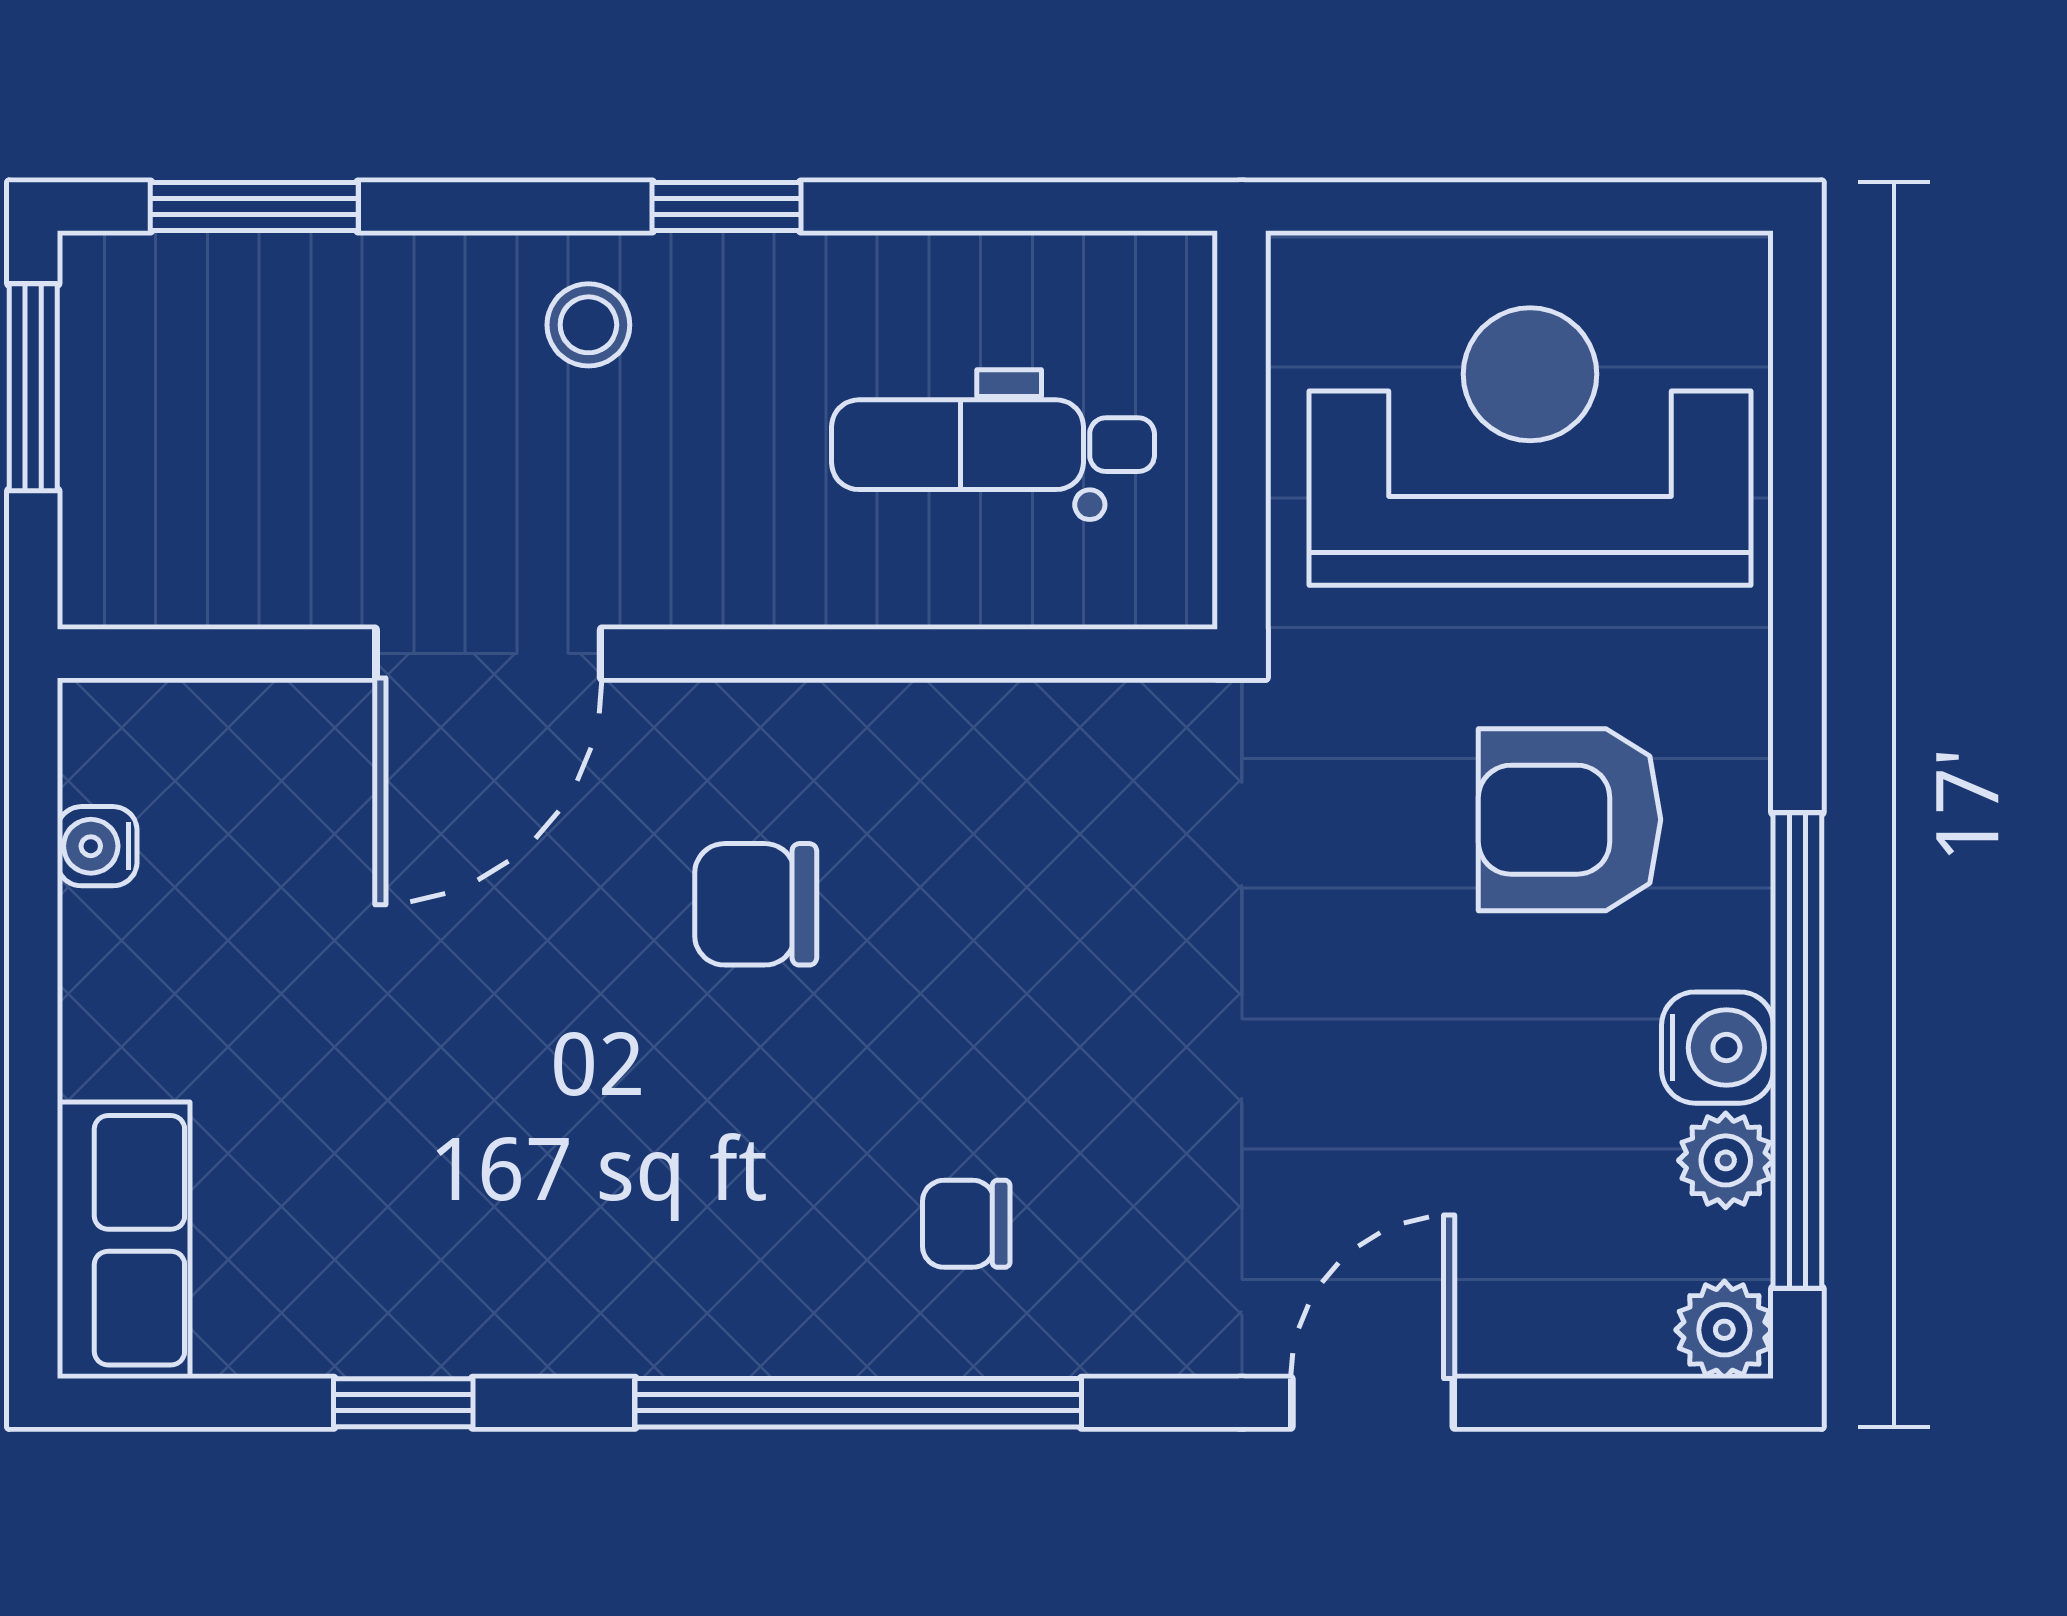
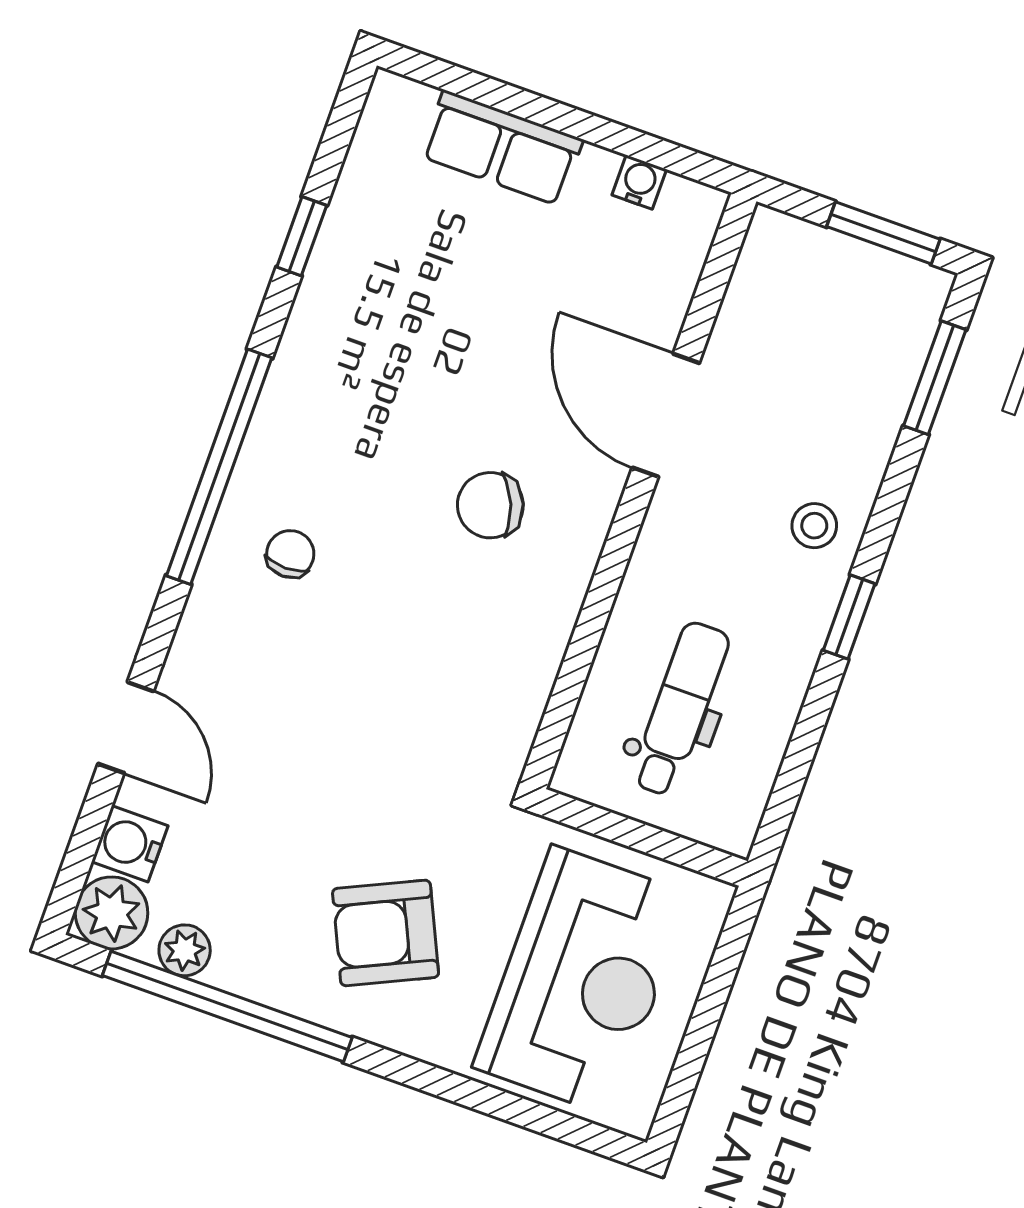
armchair: (1570, 820) -> (386, 933), turned -115
chair: (756, 904) -> (490, 505), turned -112
water cooler: (1717, 1048) -> (130, 844), moved, turned 90
row of seats: (124, 1240) -> (502, 148), moved
plant: (1724, 1330) -> (112, 913), width x1.38, depth x1.38

